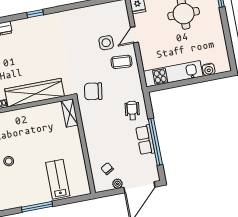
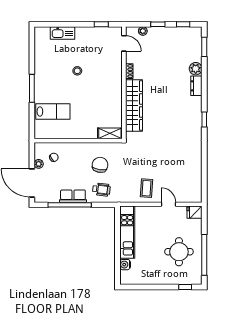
side table: (106, 43) -> (166, 178), removed
chair: (93, 91) -> (100, 165), moved

